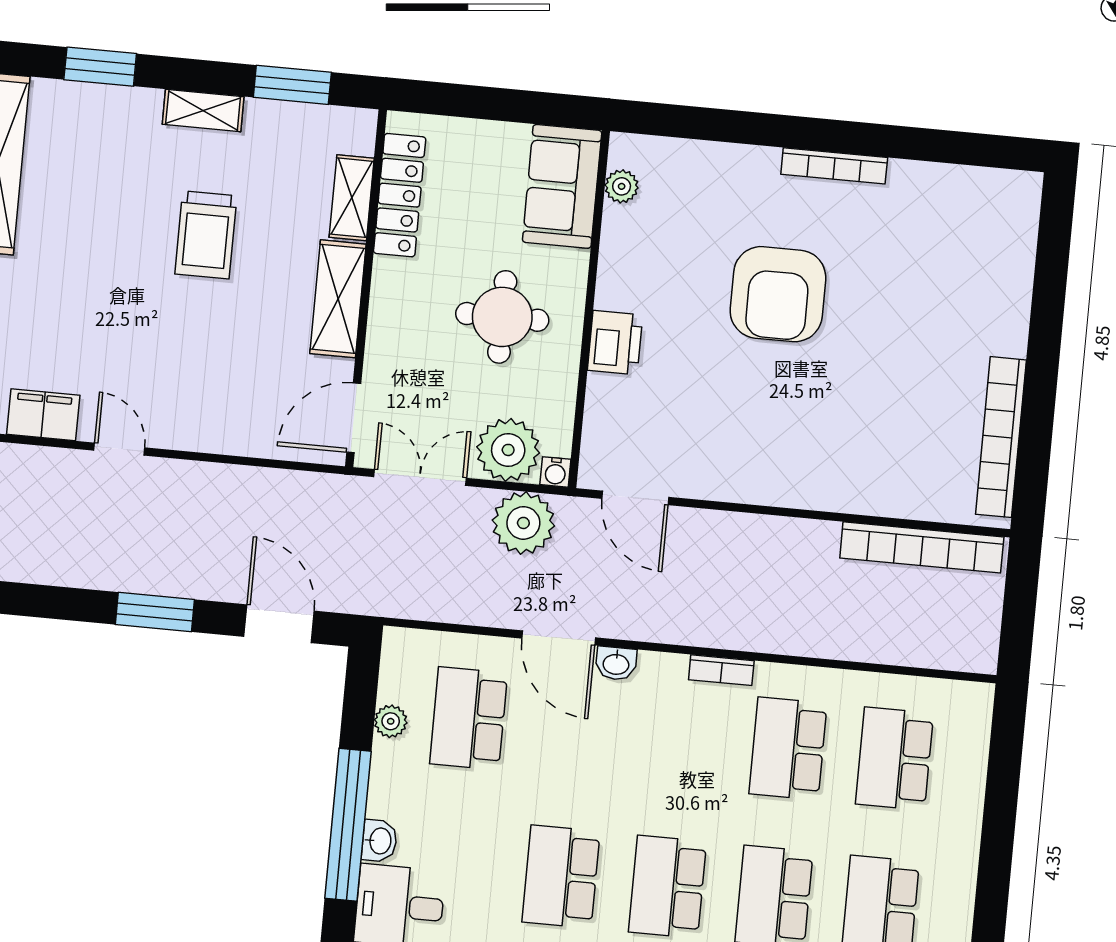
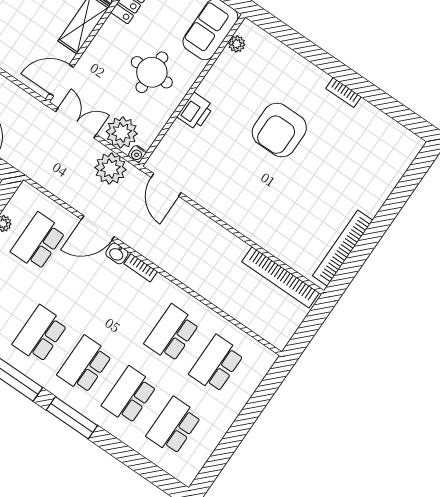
bookcase: (834, 166) -> (344, 93), width x0.64
door: (559, 638) -> (98, 228), hinge flipped
bookcase: (721, 670) -> (141, 268), moved

